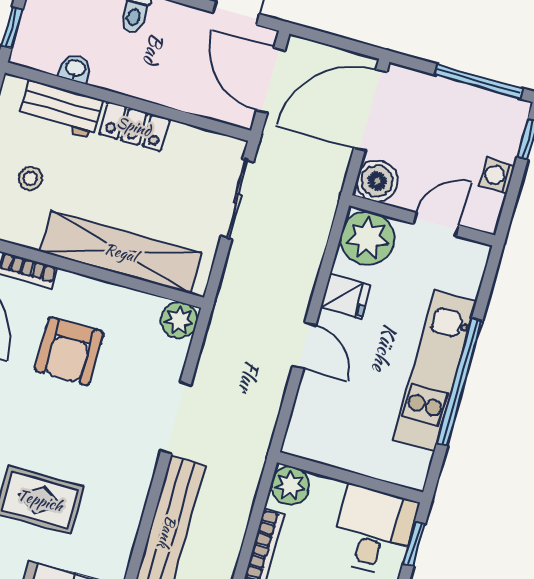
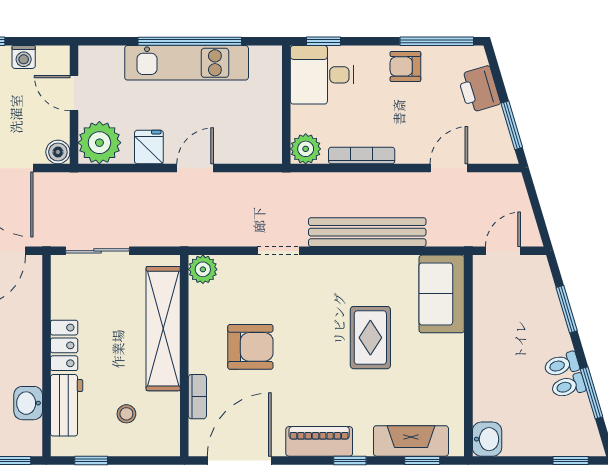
washbasin: (75, 69) -> (28, 403), width x1.38, depth x1.45
boiler: (377, 181) -> (58, 152), width x0.73, depth x0.73
doorway: (176, 418) -> (278, 251), width x0.73

